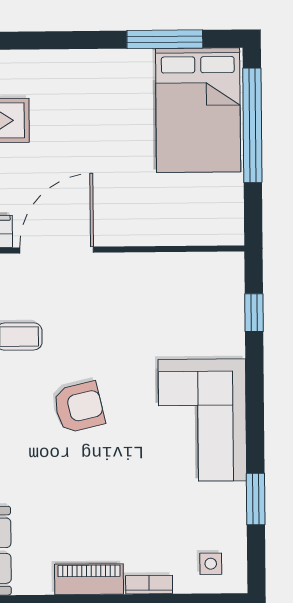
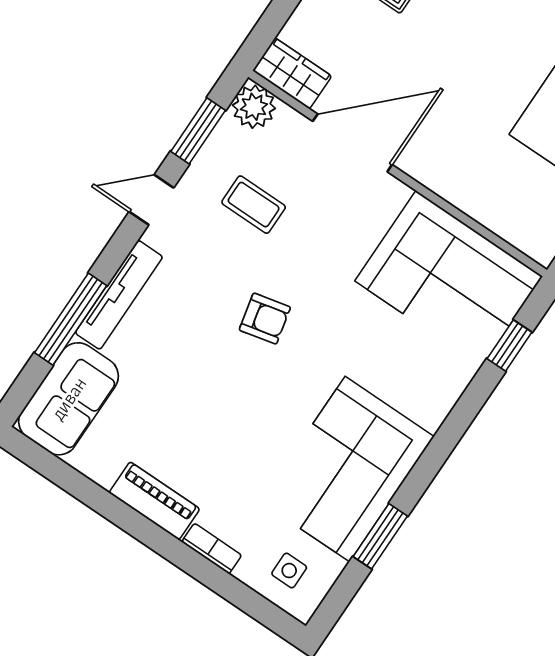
corner sofa: (183, 296) -> (449, 279), added
armchair: (79, 407) -> (265, 319), width x0.72, depth x0.72
corner sofa: (202, 420) -> (347, 469), moved

